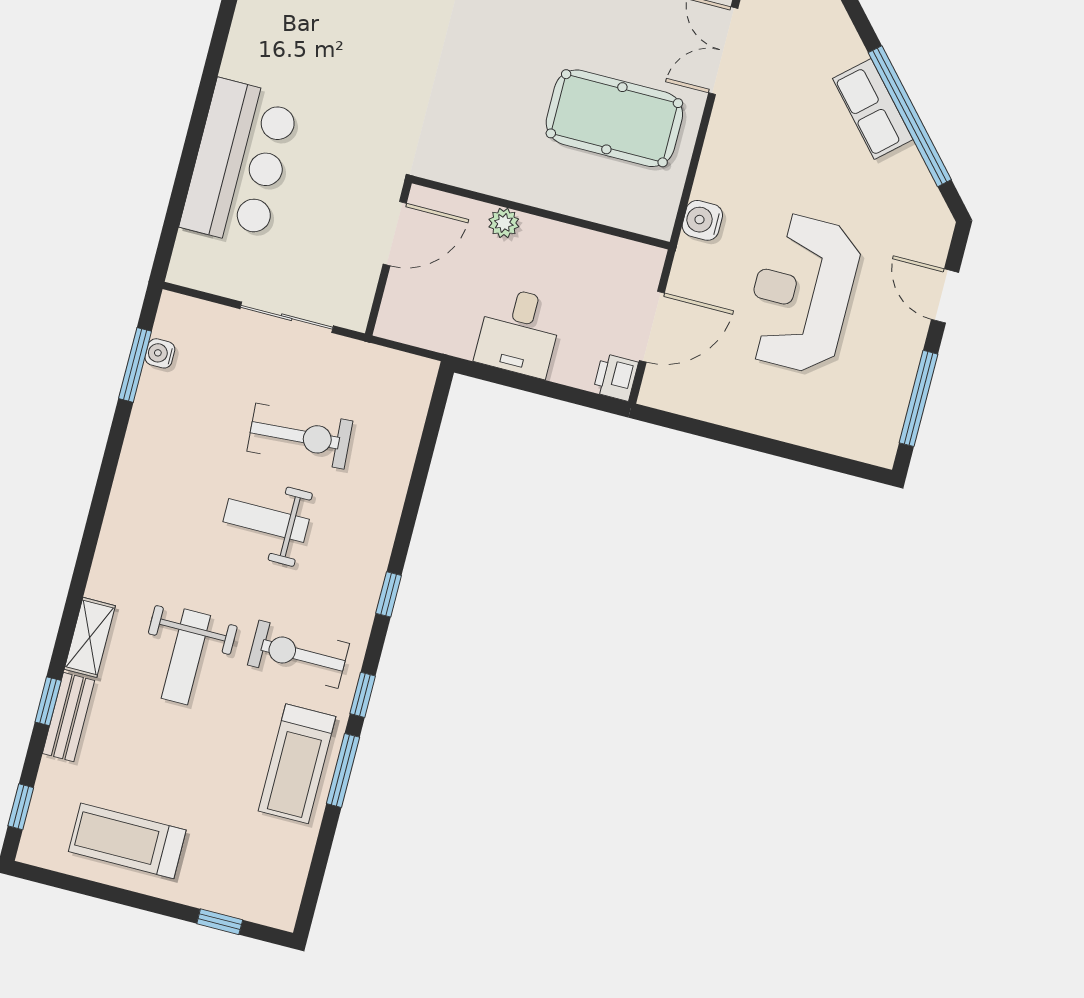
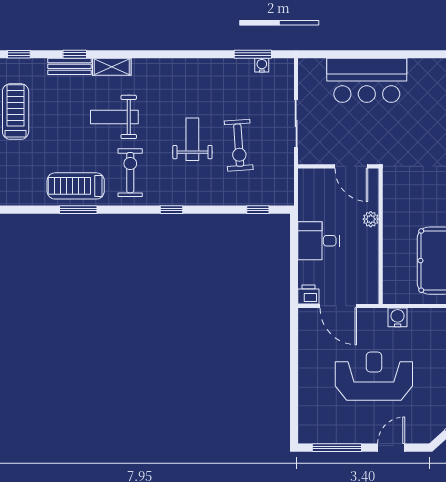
window: (363, 695) -> (258, 210), moved

